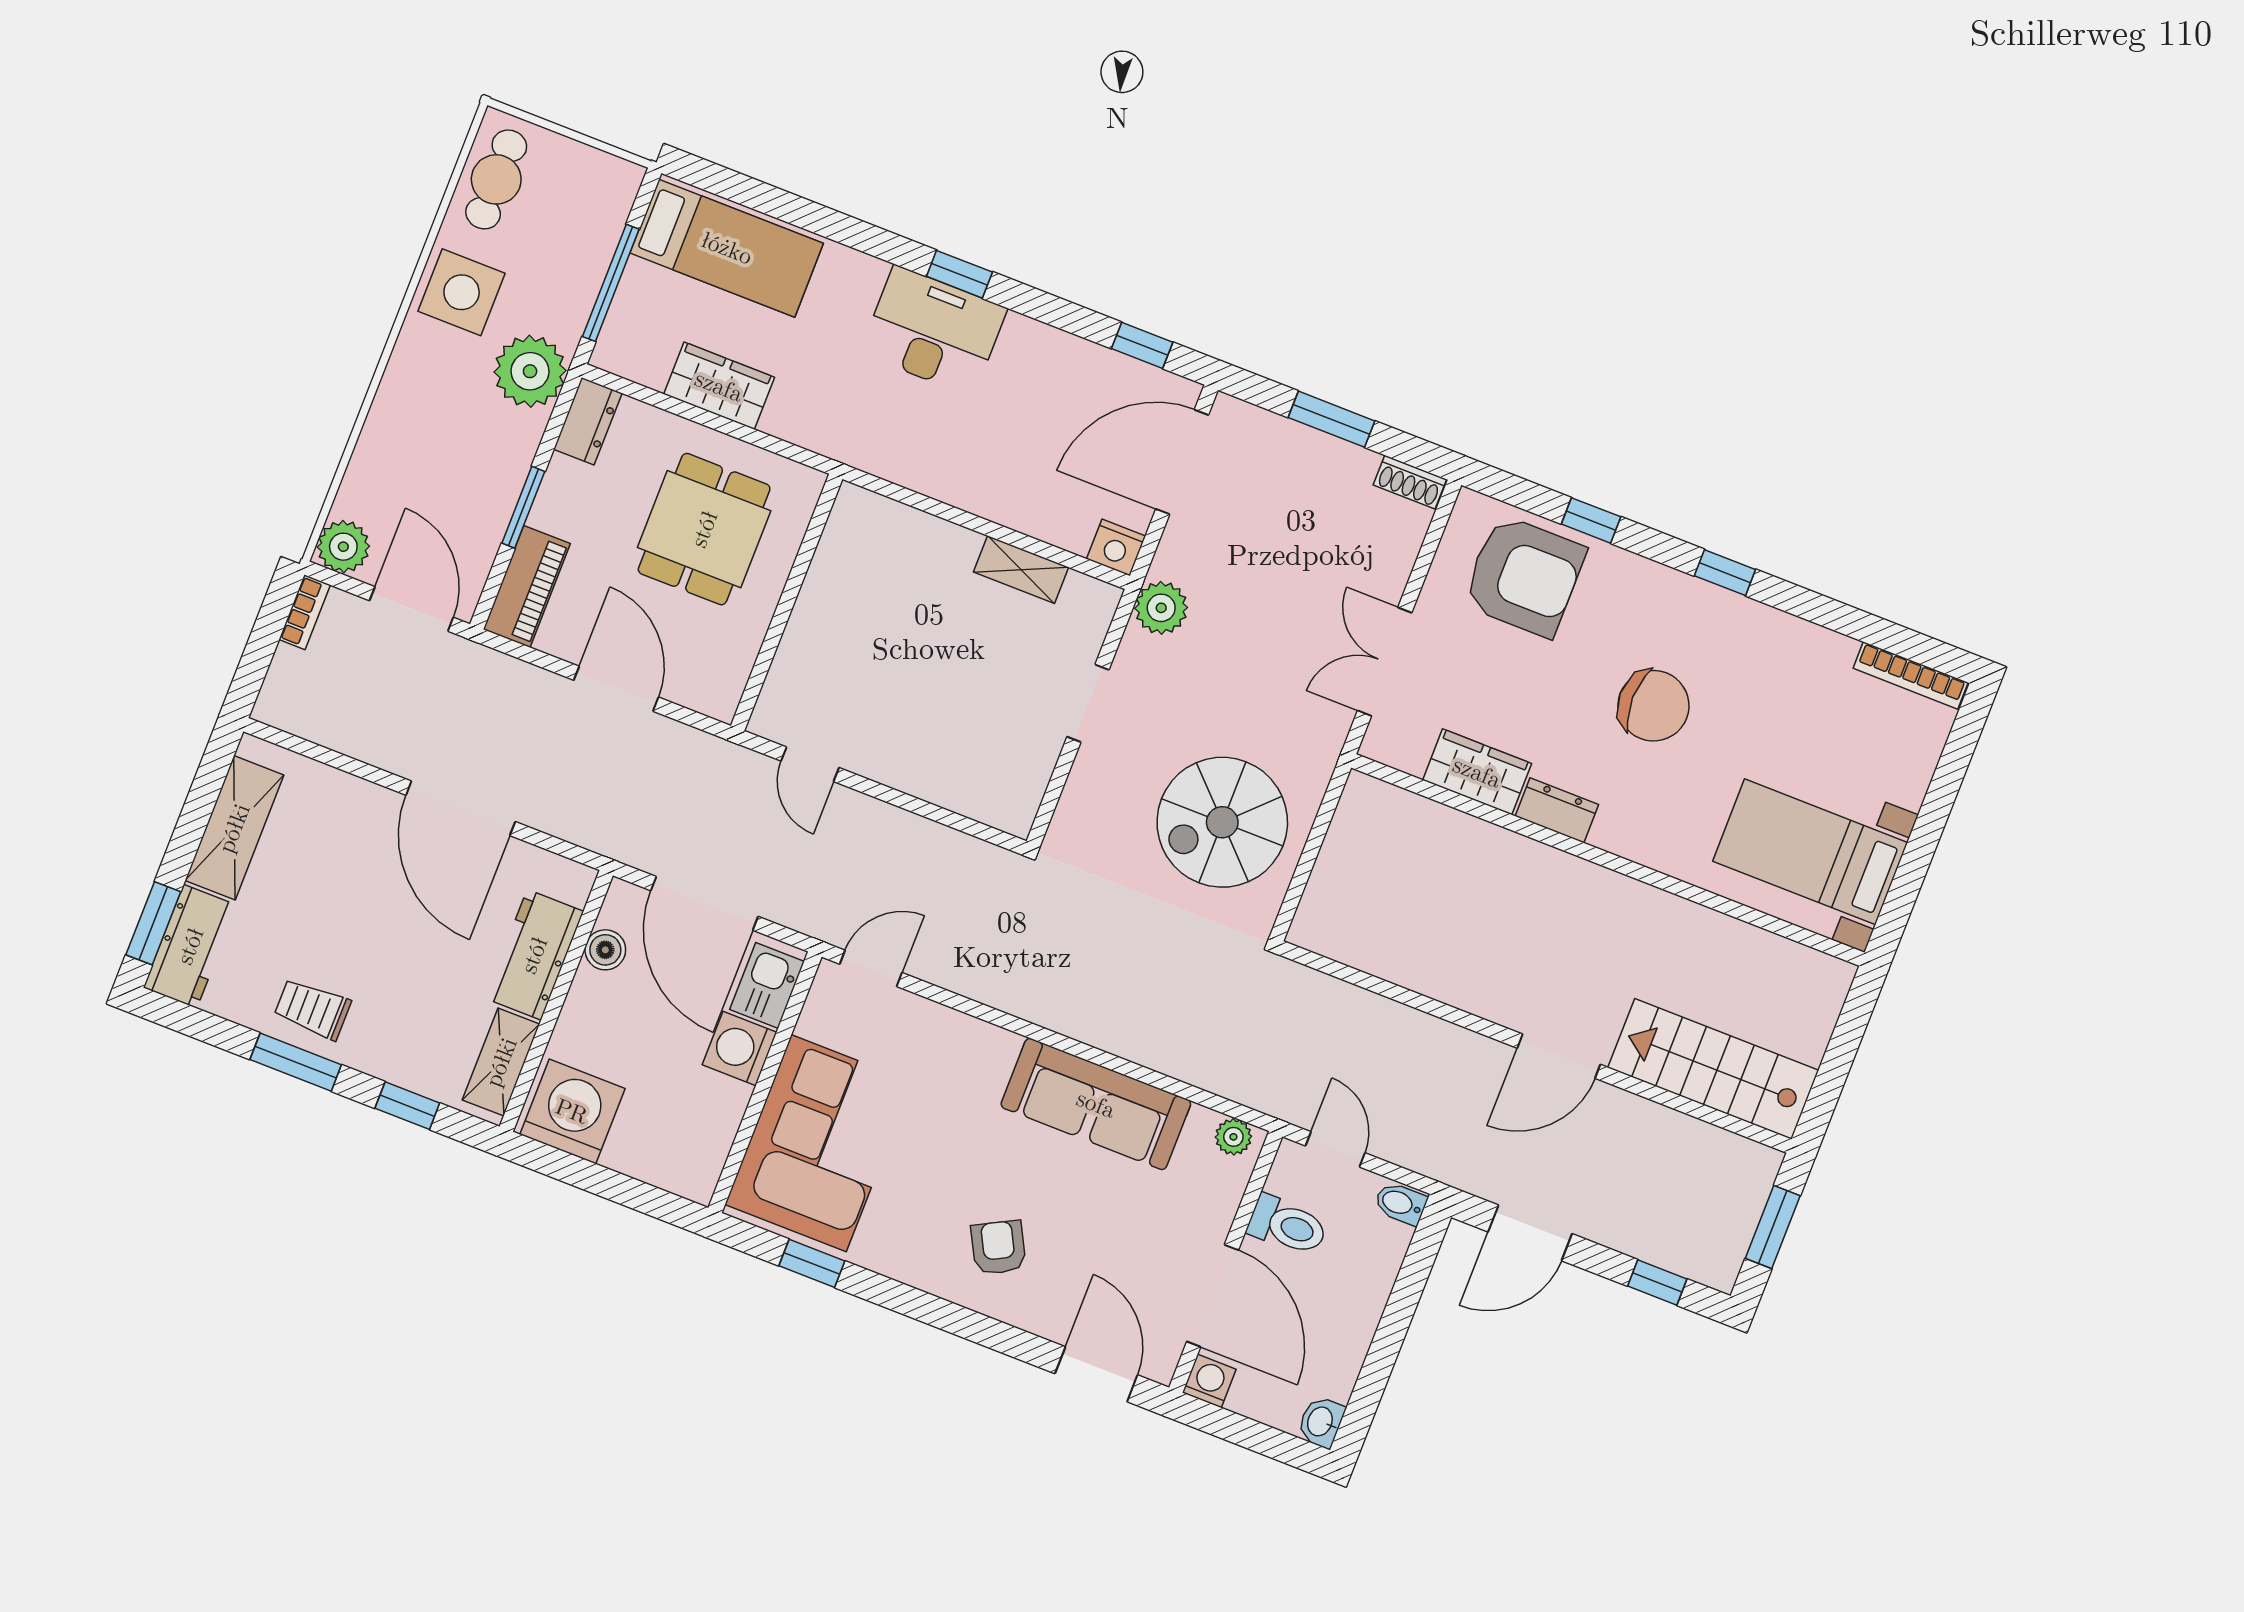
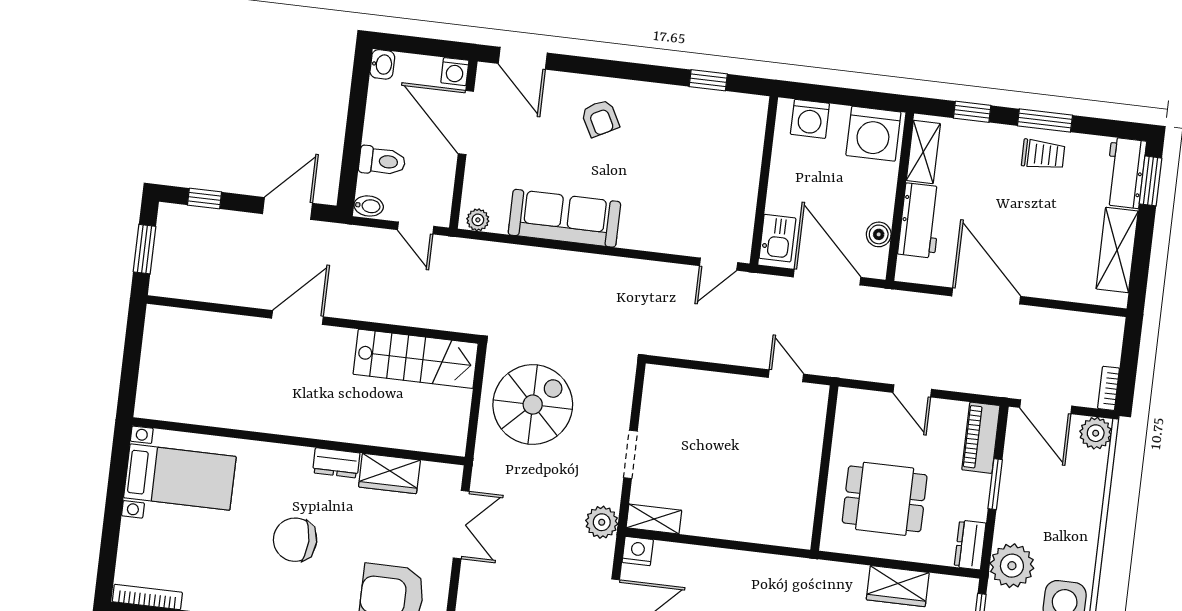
dining table: (704, 529) -> (885, 499), turned 90
shelving: (1021, 570) -> (654, 519), moved
door: (616, 689) -> (912, 391), width x0.73
washing machine: (740, 1049) -> (810, 119), moved, turned 90
stairs: (1713, 1069) -> (416, 359), moved
corner sofa: (819, 1143) -> (723, 153), removed
toilet: (1287, 1225) -> (382, 161), moved, turned 180

